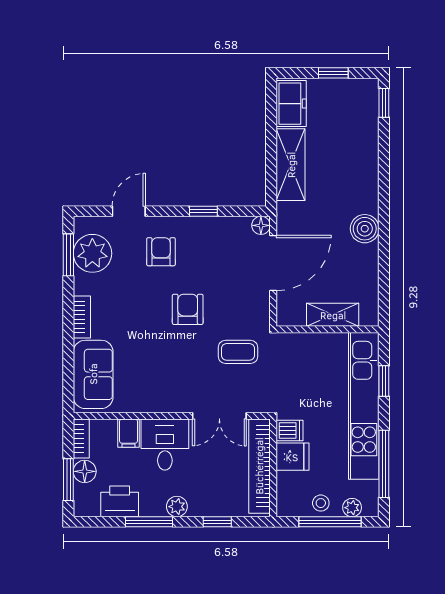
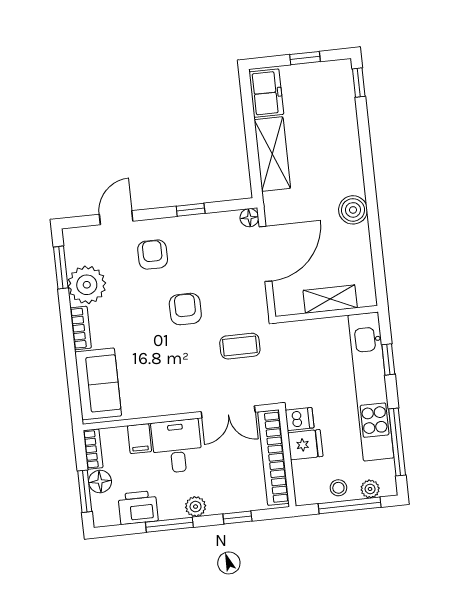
plant: (92, 253) -> (87, 285), moved

